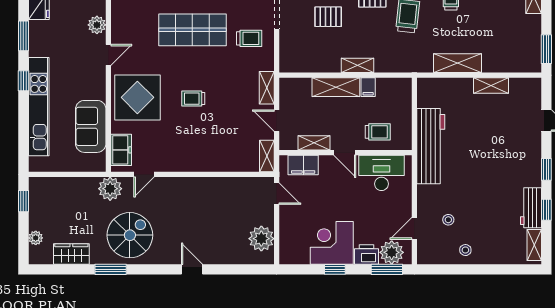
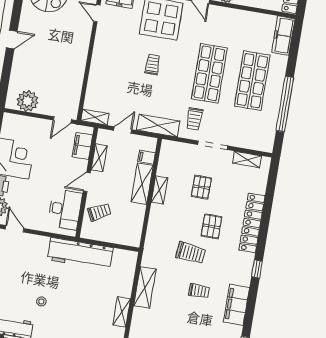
shelving: (358, 65) -> (159, 190), moved
filing cabinet: (368, 87) -> (147, 157), moved
shelving: (267, 88) -> (158, 126), width x1.50, depth x1.33
trolley: (378, 132) -> (99, 212), turned -117
stool: (448, 220) -> (41, 302), moved

